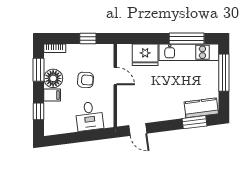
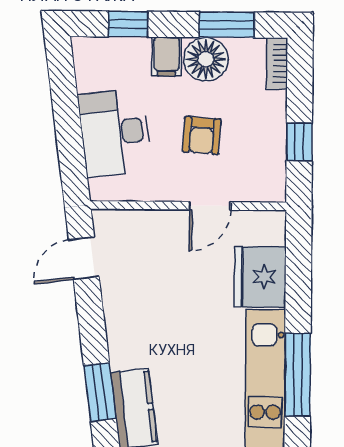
desk: (89, 116) -> (115, 133), width x1.37

